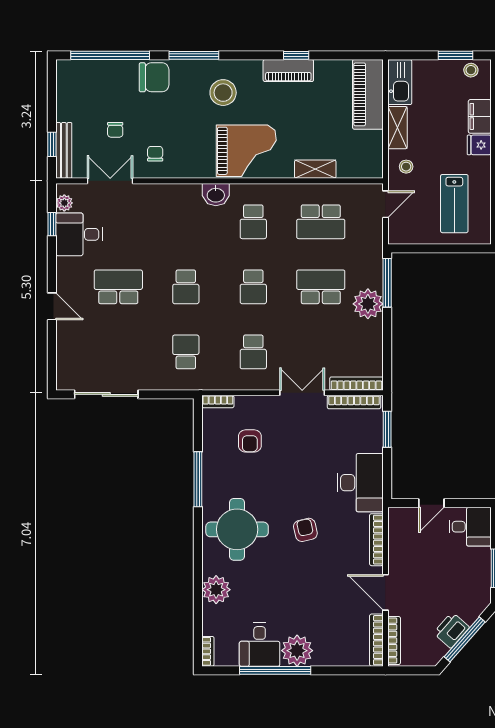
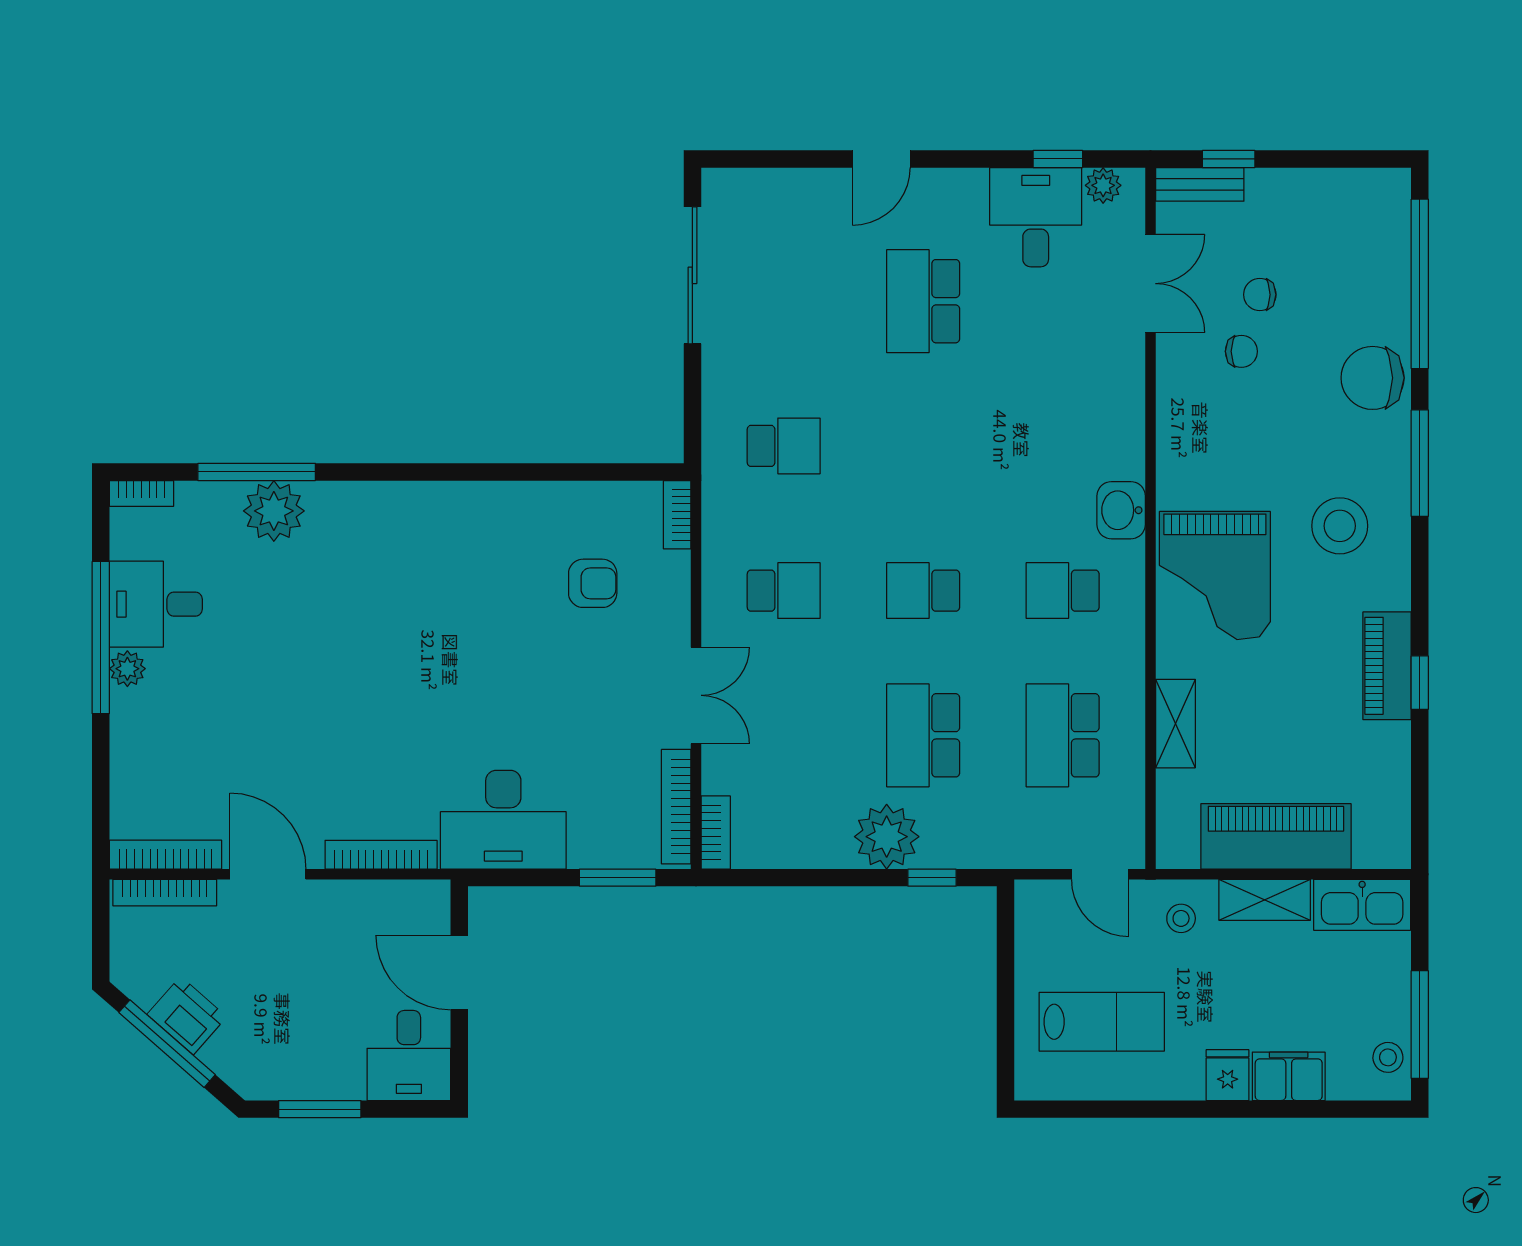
window: (456, 55) -> (1420, 1025), width x1.44
chair: (154, 77) -> (1373, 378), turned 90
piano: (368, 94) -> (1276, 836), moved
bench: (64, 150) -> (1200, 184), width x0.73
chair: (155, 154) -> (1241, 351), moved
lab bench: (454, 204) -> (1102, 1022), turned 180
window: (387, 283) -> (932, 878), width x0.46
school desk: (118, 287) -> (923, 301), turned 180
school desk: (186, 287) -> (923, 446), removed
school desk: (321, 287) -> (923, 735), turned 180
school desk: (253, 352) -> (784, 591), turned 180
bookcase: (356, 384) -> (716, 832), width x0.64
armchair: (250, 441) -> (593, 583), turned 180
window: (198, 479) -> (257, 472), moved
door: (431, 503) -> (459, 973), width x1.38
round table: (237, 529) -> (403, 556), removed
armchair: (305, 530) -> (402, 702), removed
door: (385, 592) -> (268, 874), hinge flipped
plant: (297, 651) -> (127, 669), width x0.53, depth x0.53

